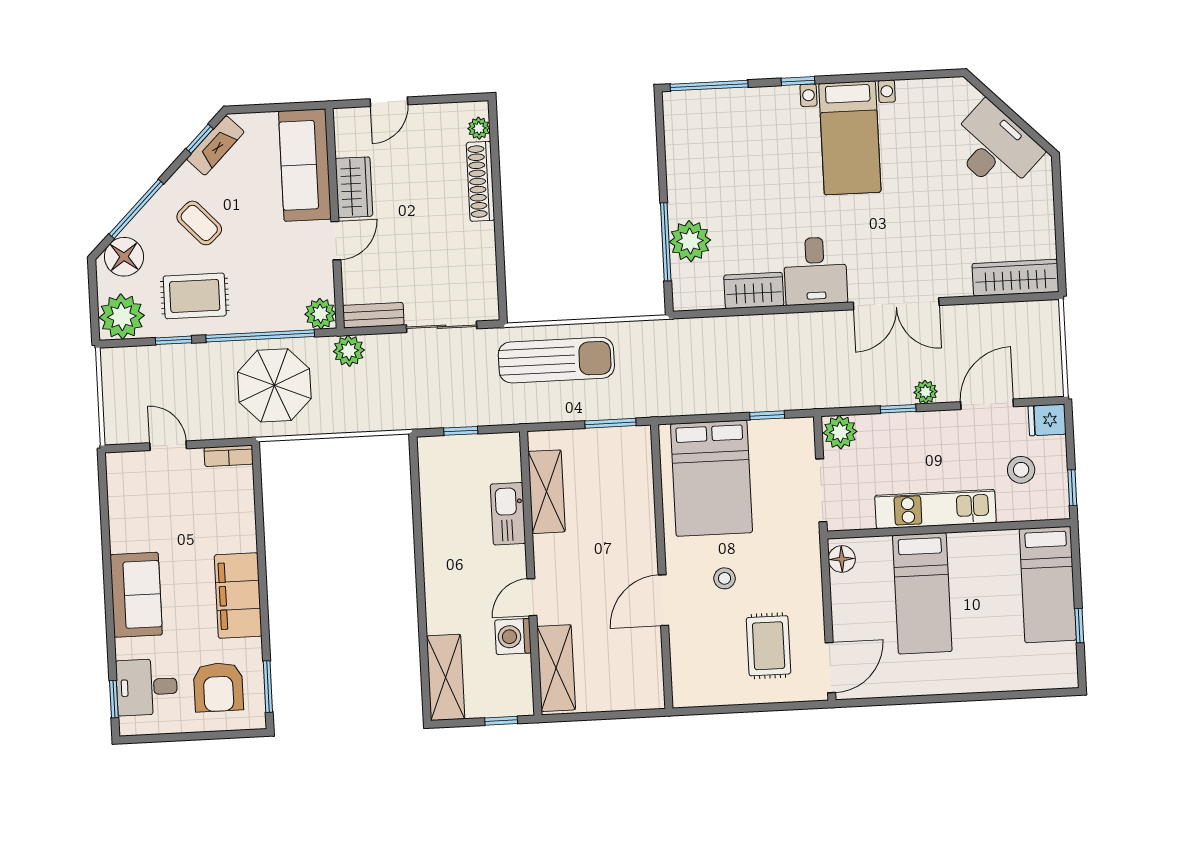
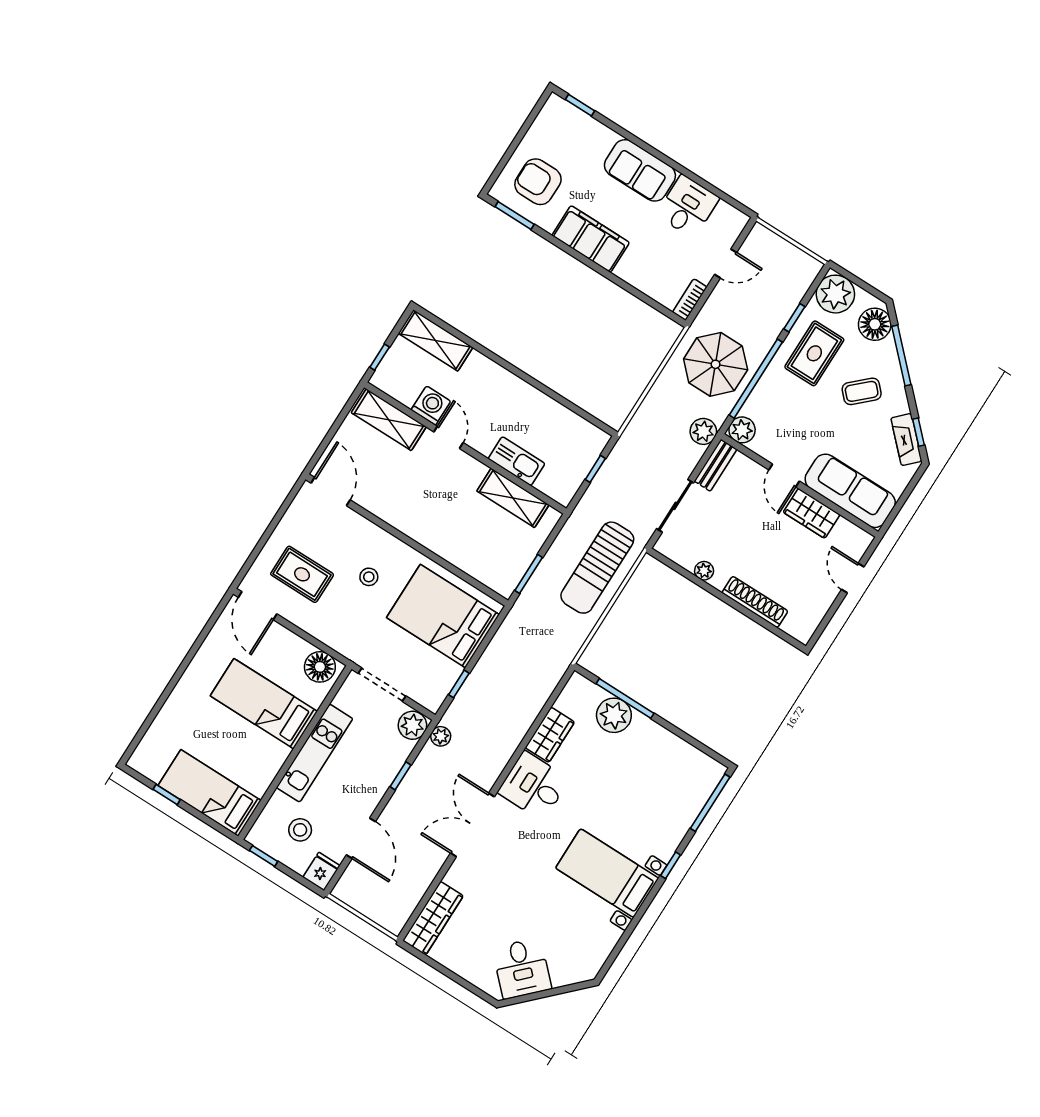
plant: (479, 128) -> (704, 571), moved
desk: (995, 148) -> (522, 968), width x0.73
plant: (925, 392) -> (441, 736), moved
floor lamp: (842, 559) -> (320, 667), width x1.38, depth x1.38
door: (663, 600) -> (331, 491), moved
desk: (147, 687) -> (688, 206), moved

